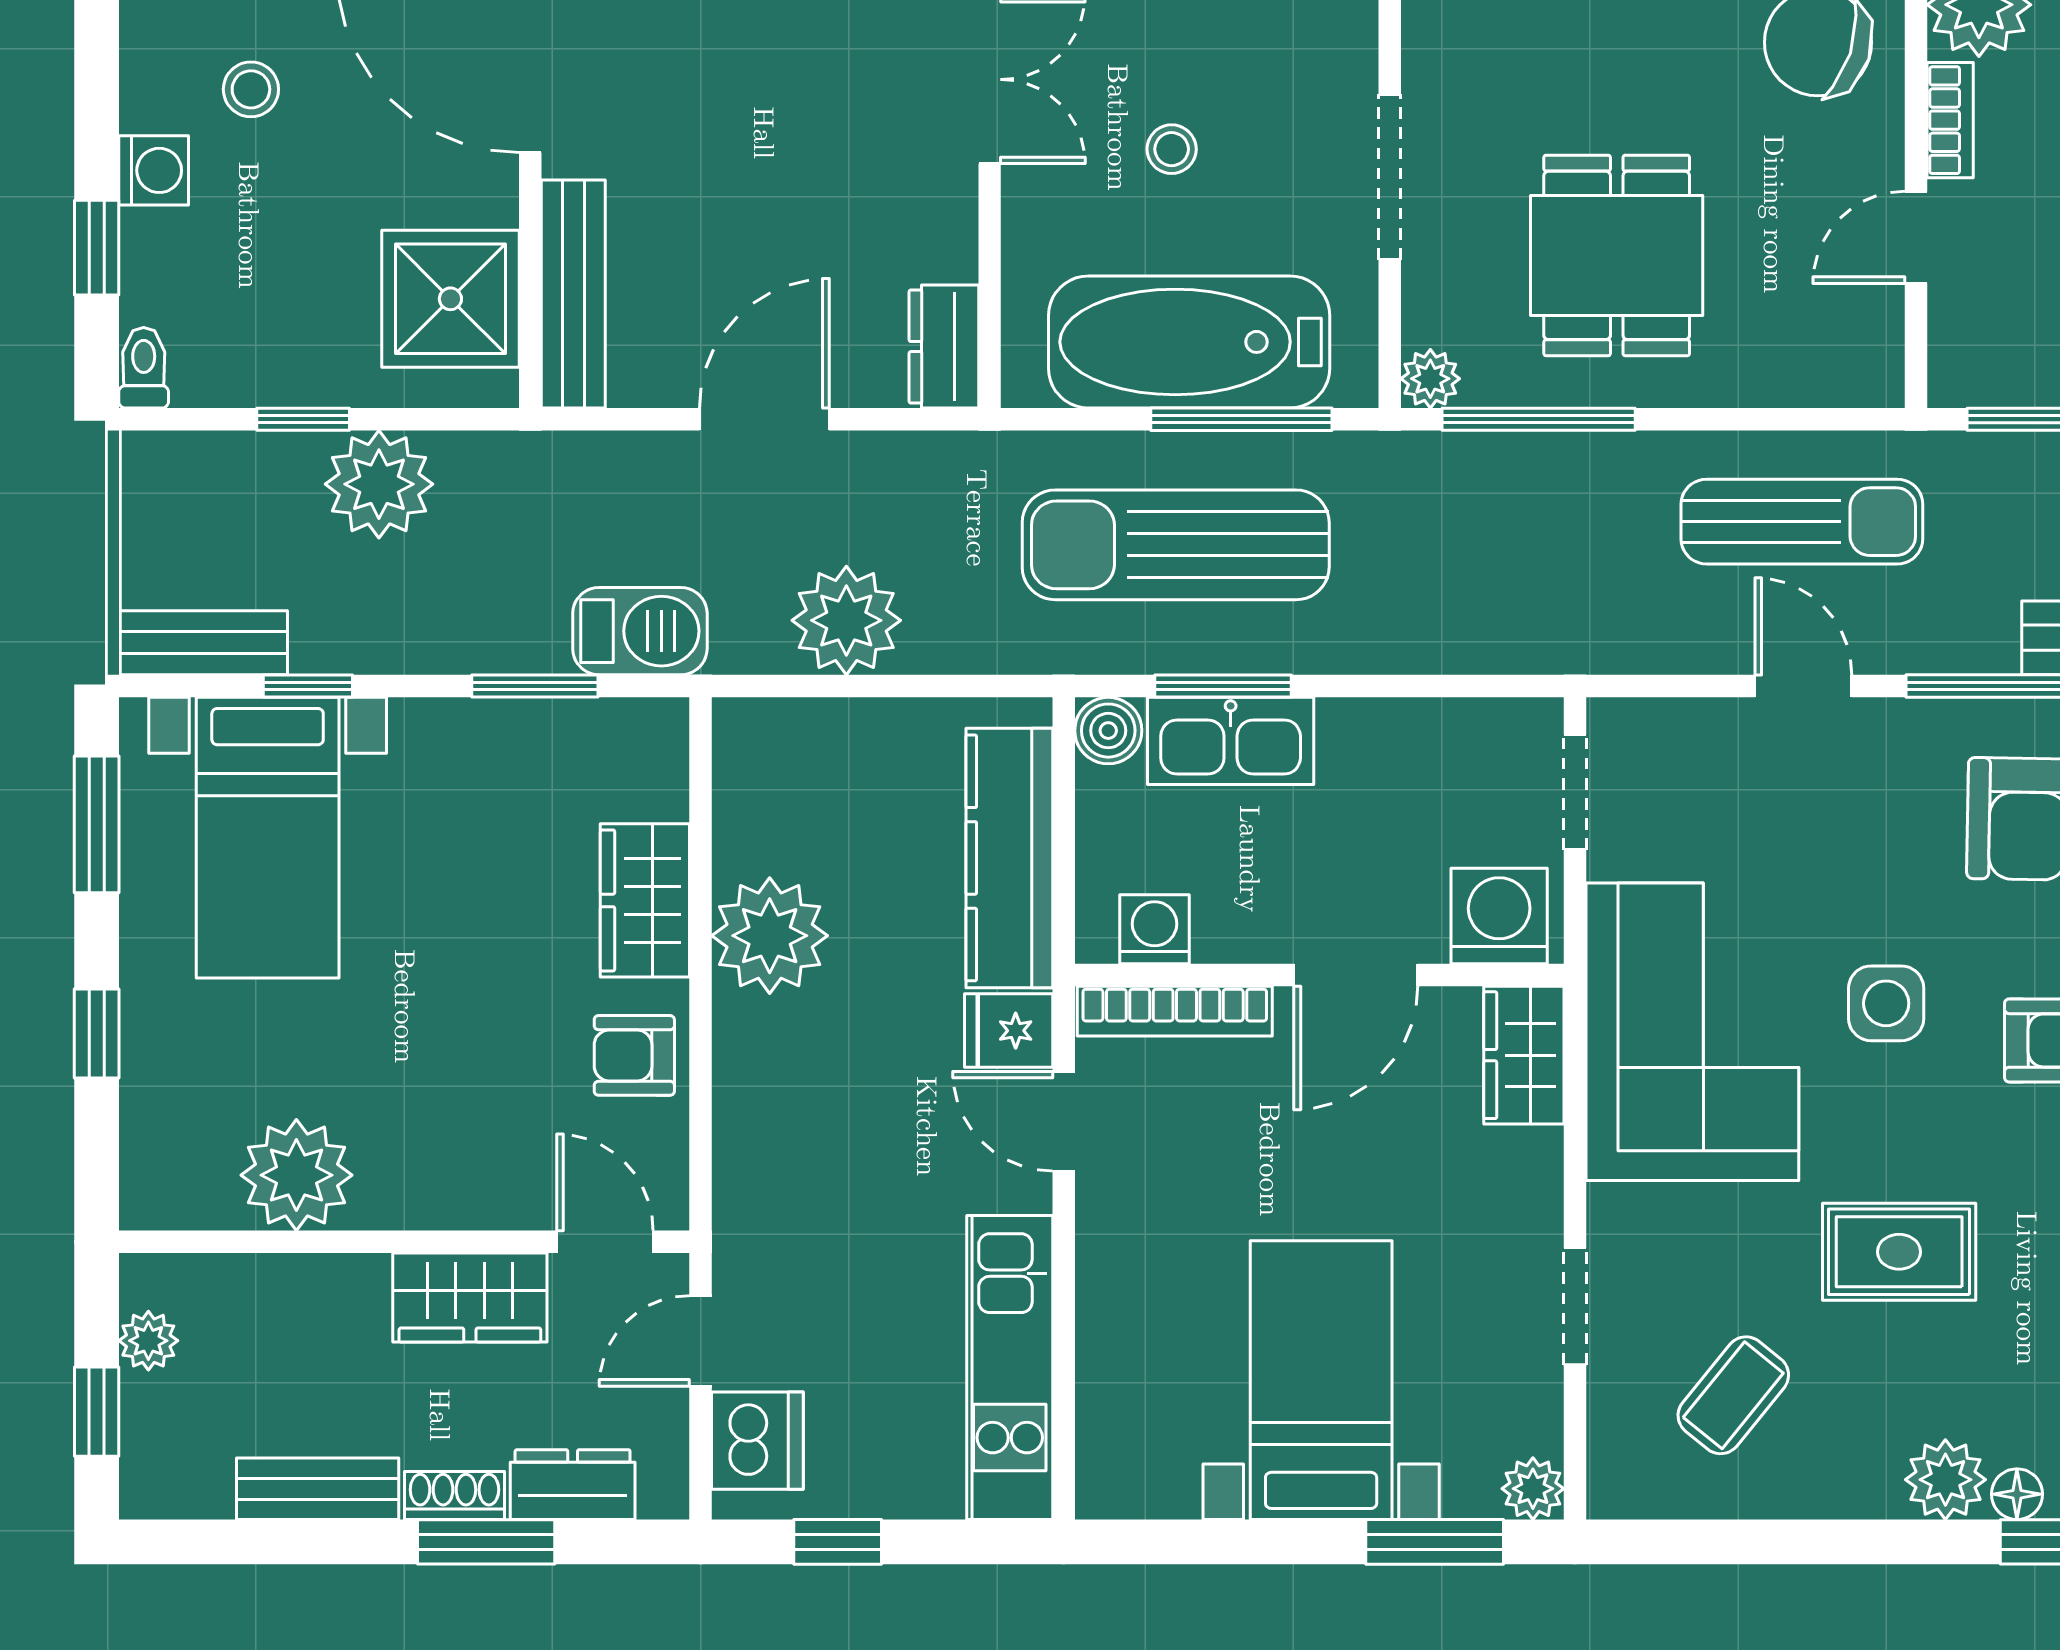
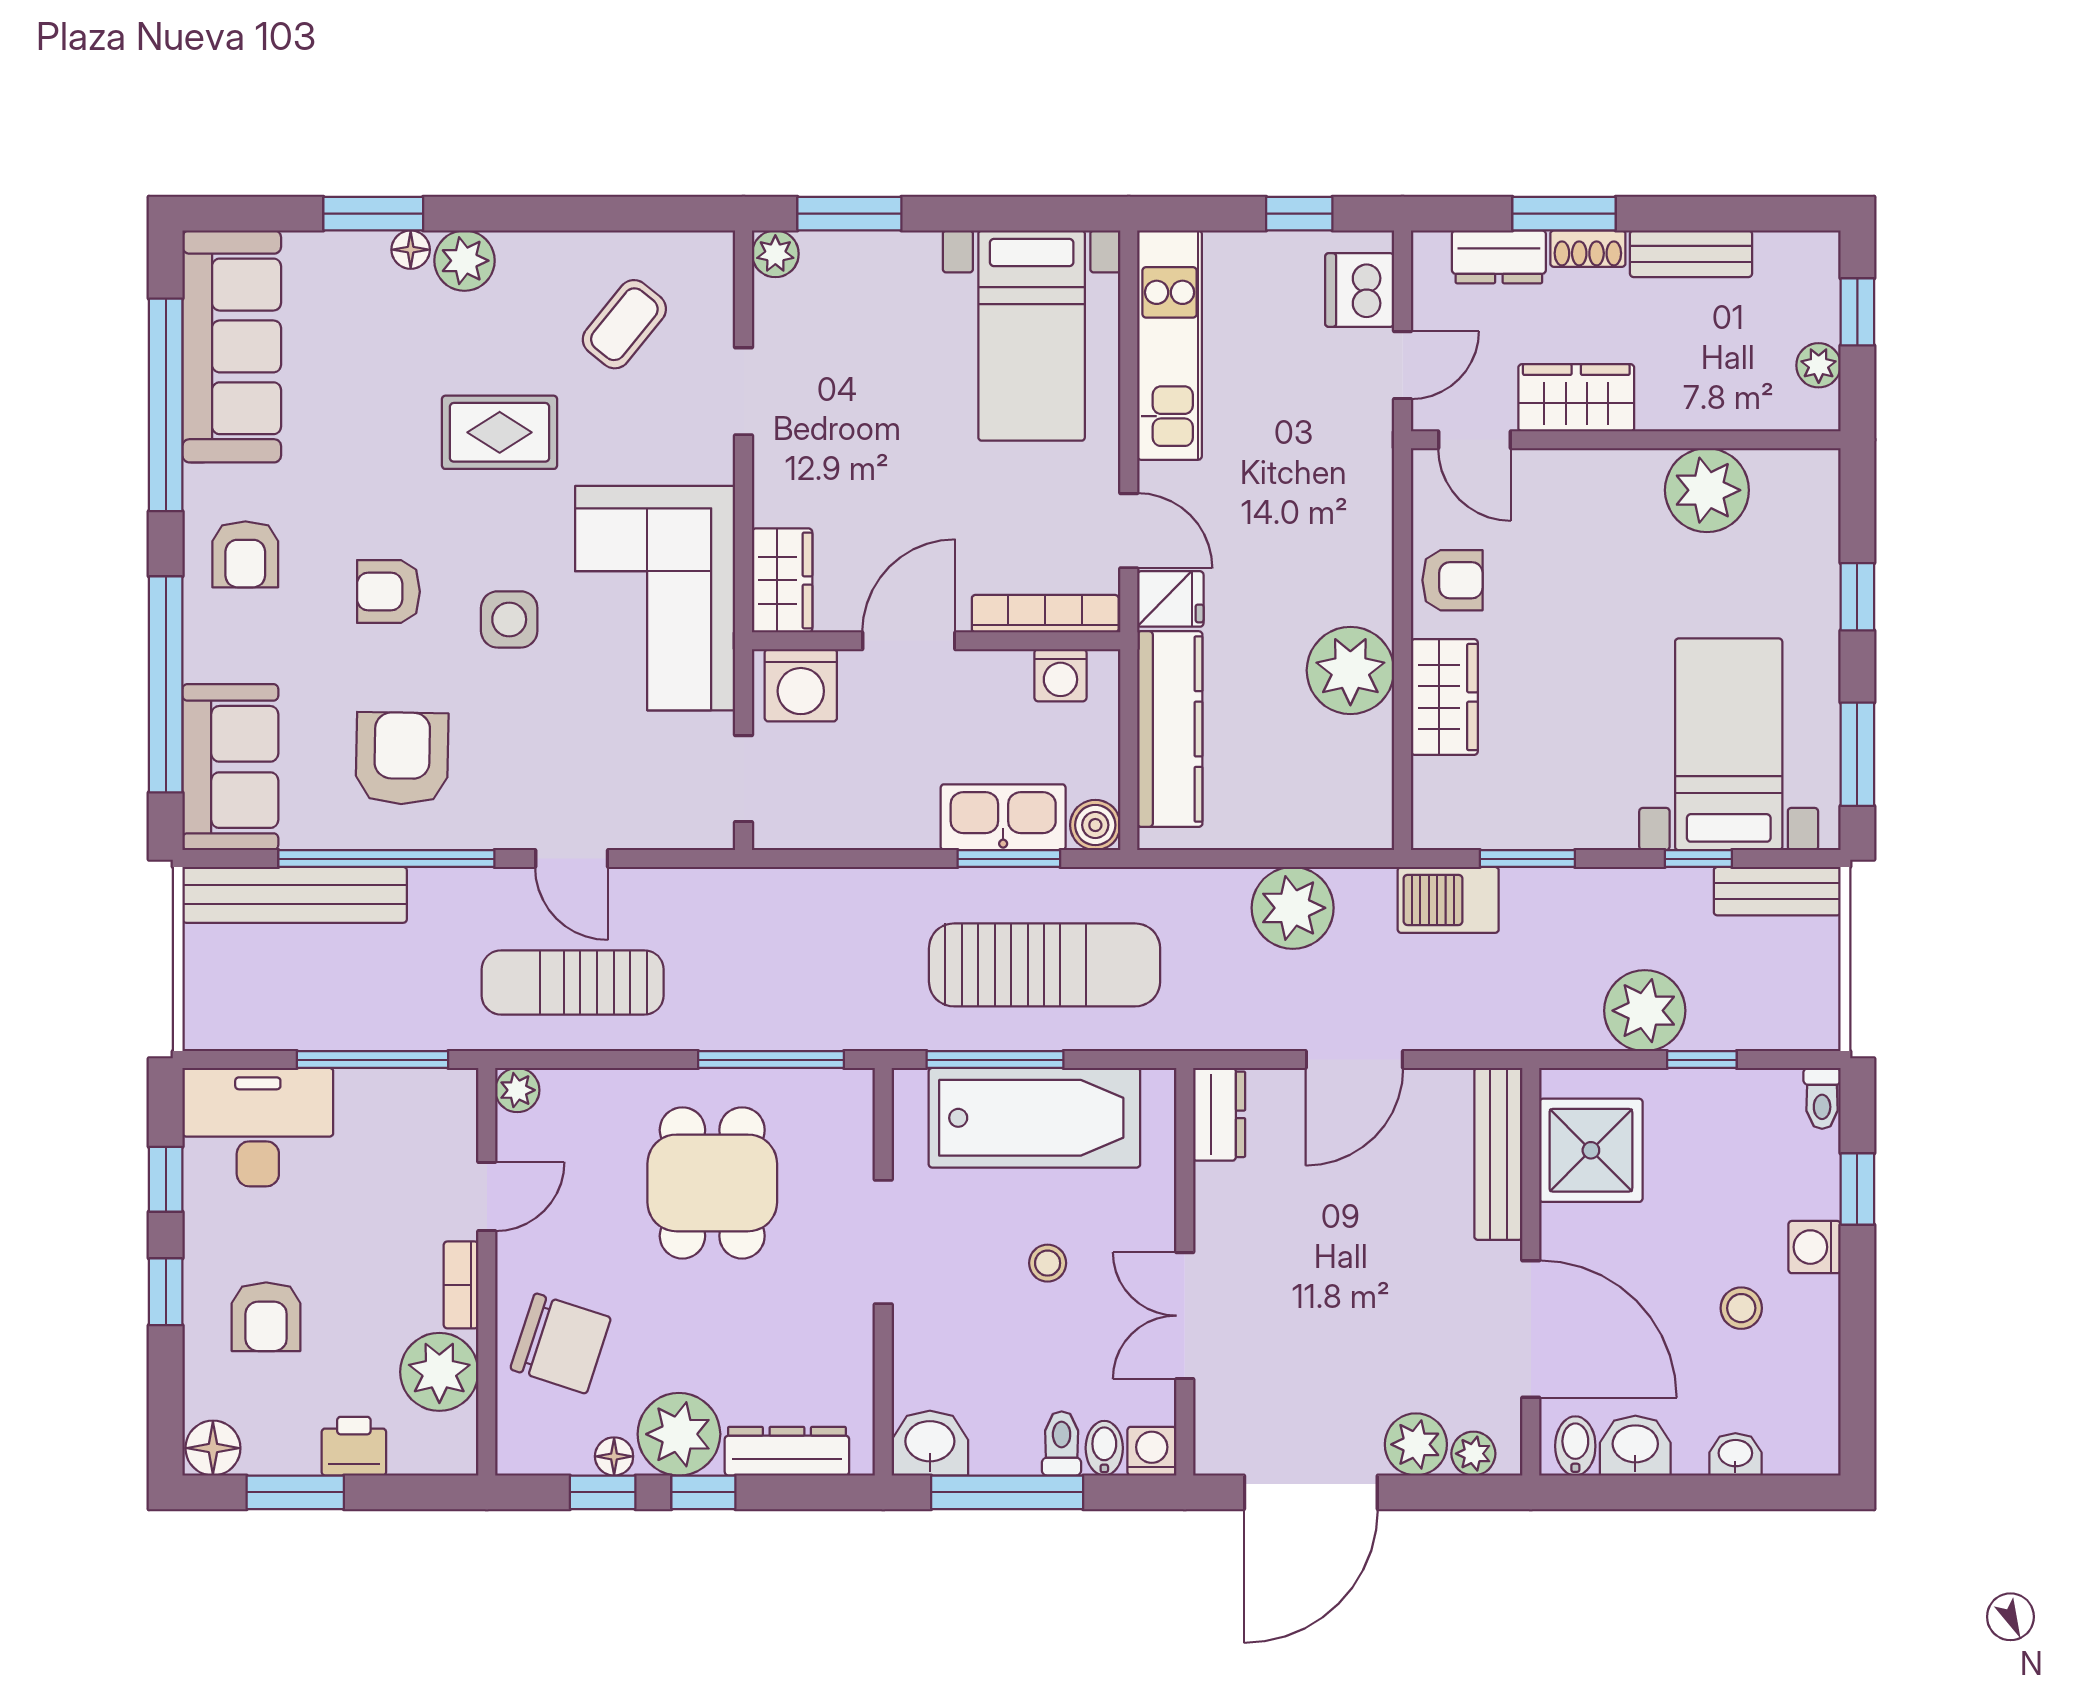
plant: (1430, 379) -> (517, 1090), moved
bed with nightstands: (1321, 1380) -> (1032, 336), moved

